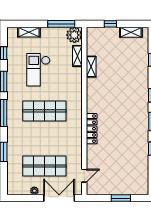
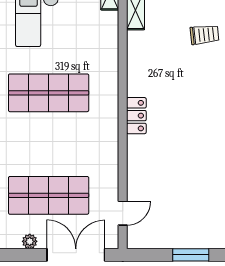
trolley: (128, 80) -> (205, 35), added
locker: (92, 129) -> (136, 116), width x0.66

